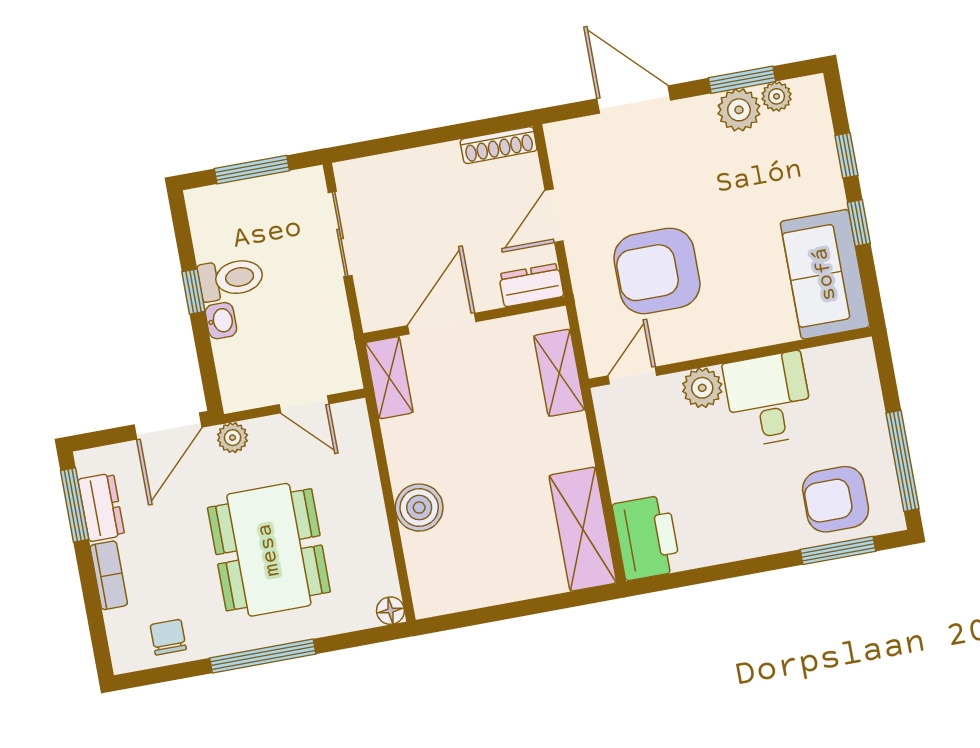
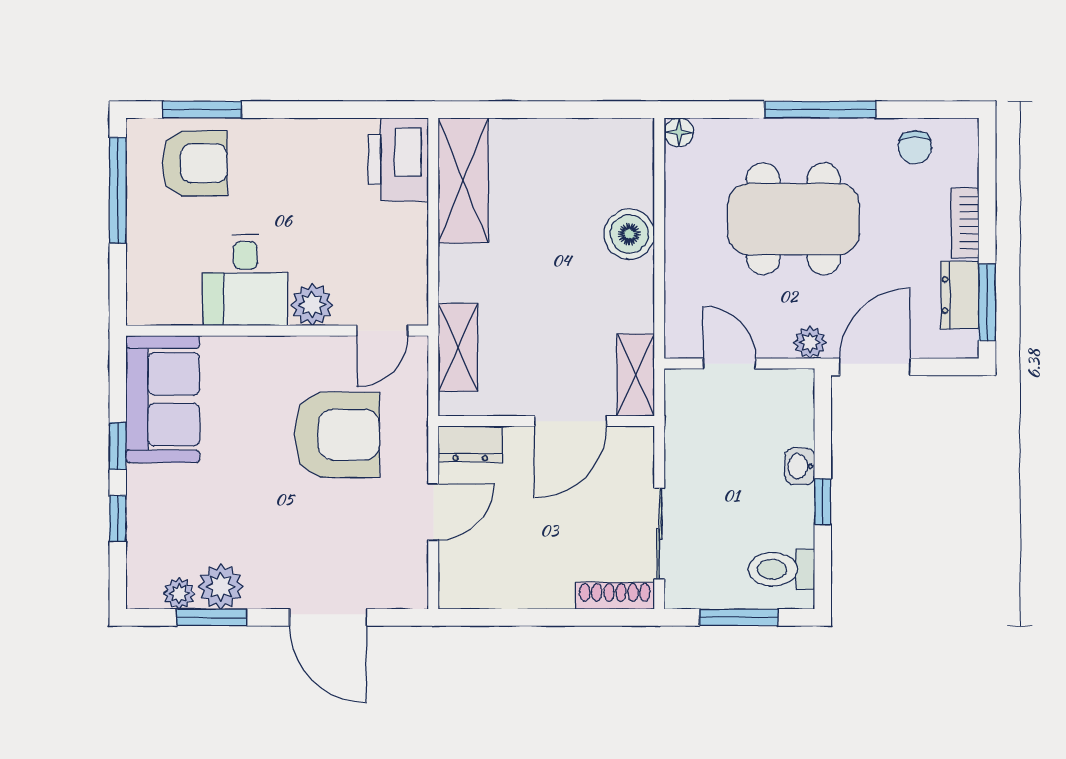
shoe rack: (499, 145) -> (615, 596), moved
toilet: (231, 279) -> (781, 569), moved
dining table: (269, 550) -> (794, 219), turned 90

